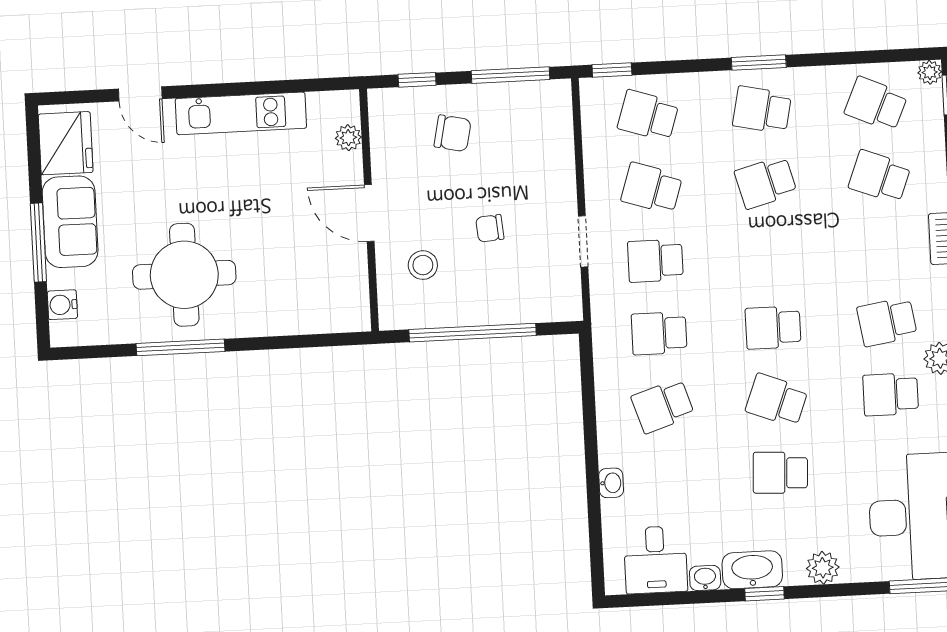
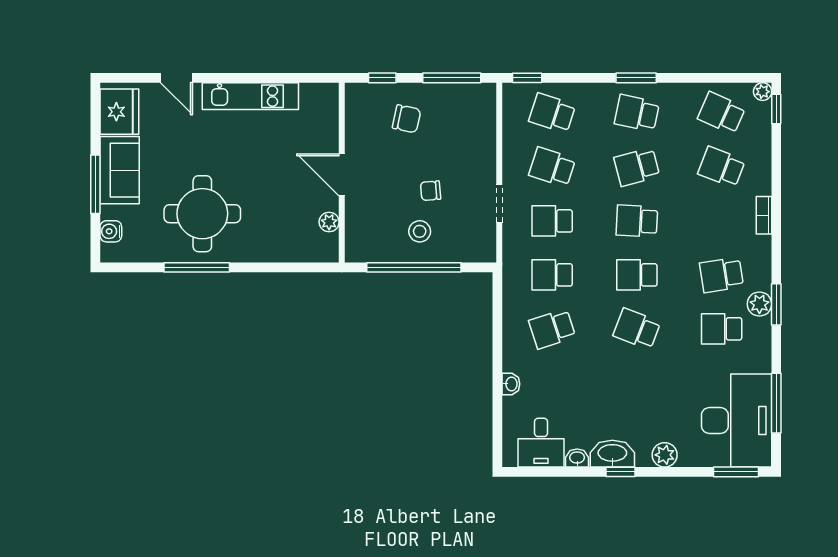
plant: (348, 138) -> (329, 222), moved
stool: (423, 265) -> (420, 231), moved
school desk: (780, 473) -> (637, 221), moved

